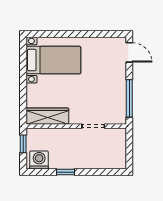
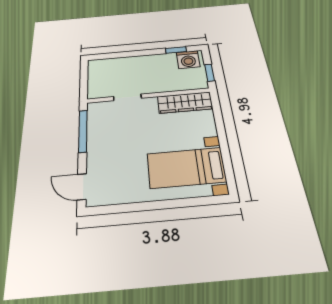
window: (66, 172) -> (176, 50), moved

